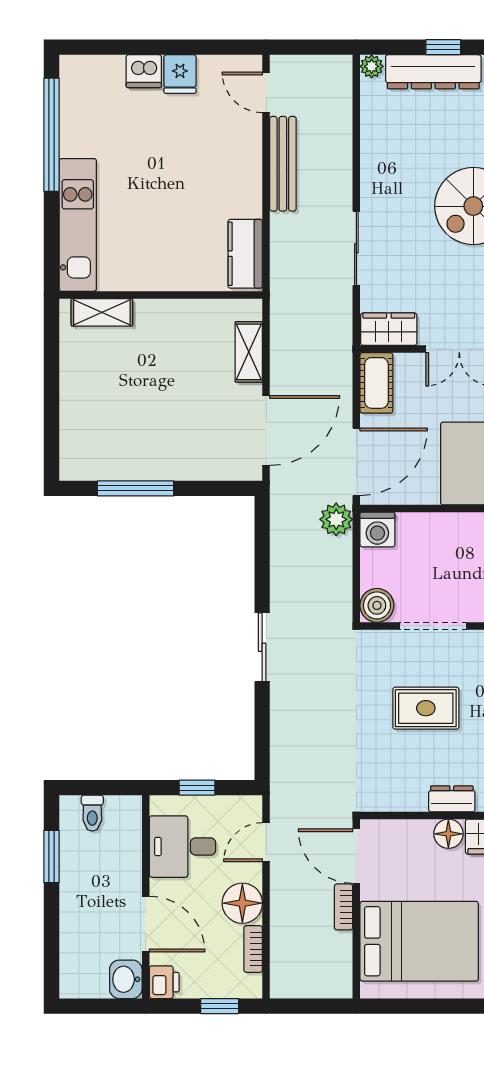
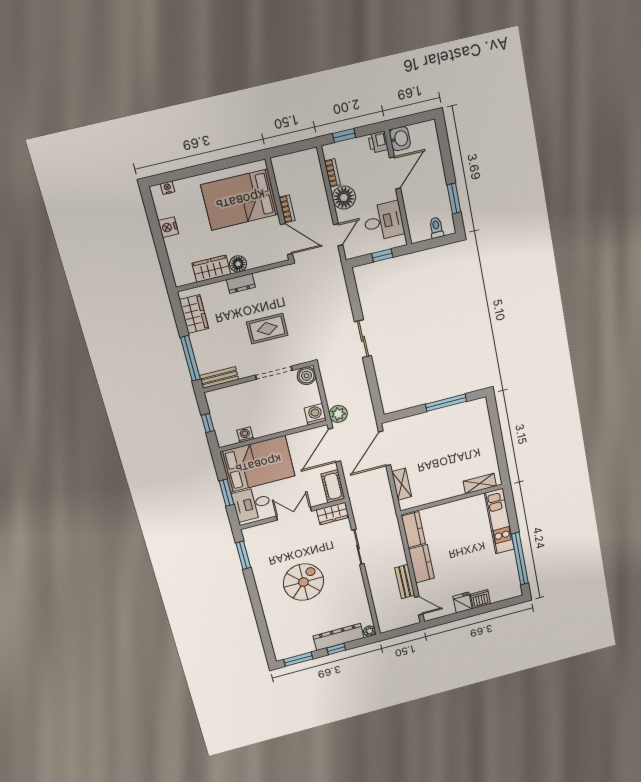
bench: (283, 164) -> (405, 582), width x0.73
kitchen counter: (244, 179) -> (421, 564), added
door: (146, 924) -> (395, 173), swing flipped

